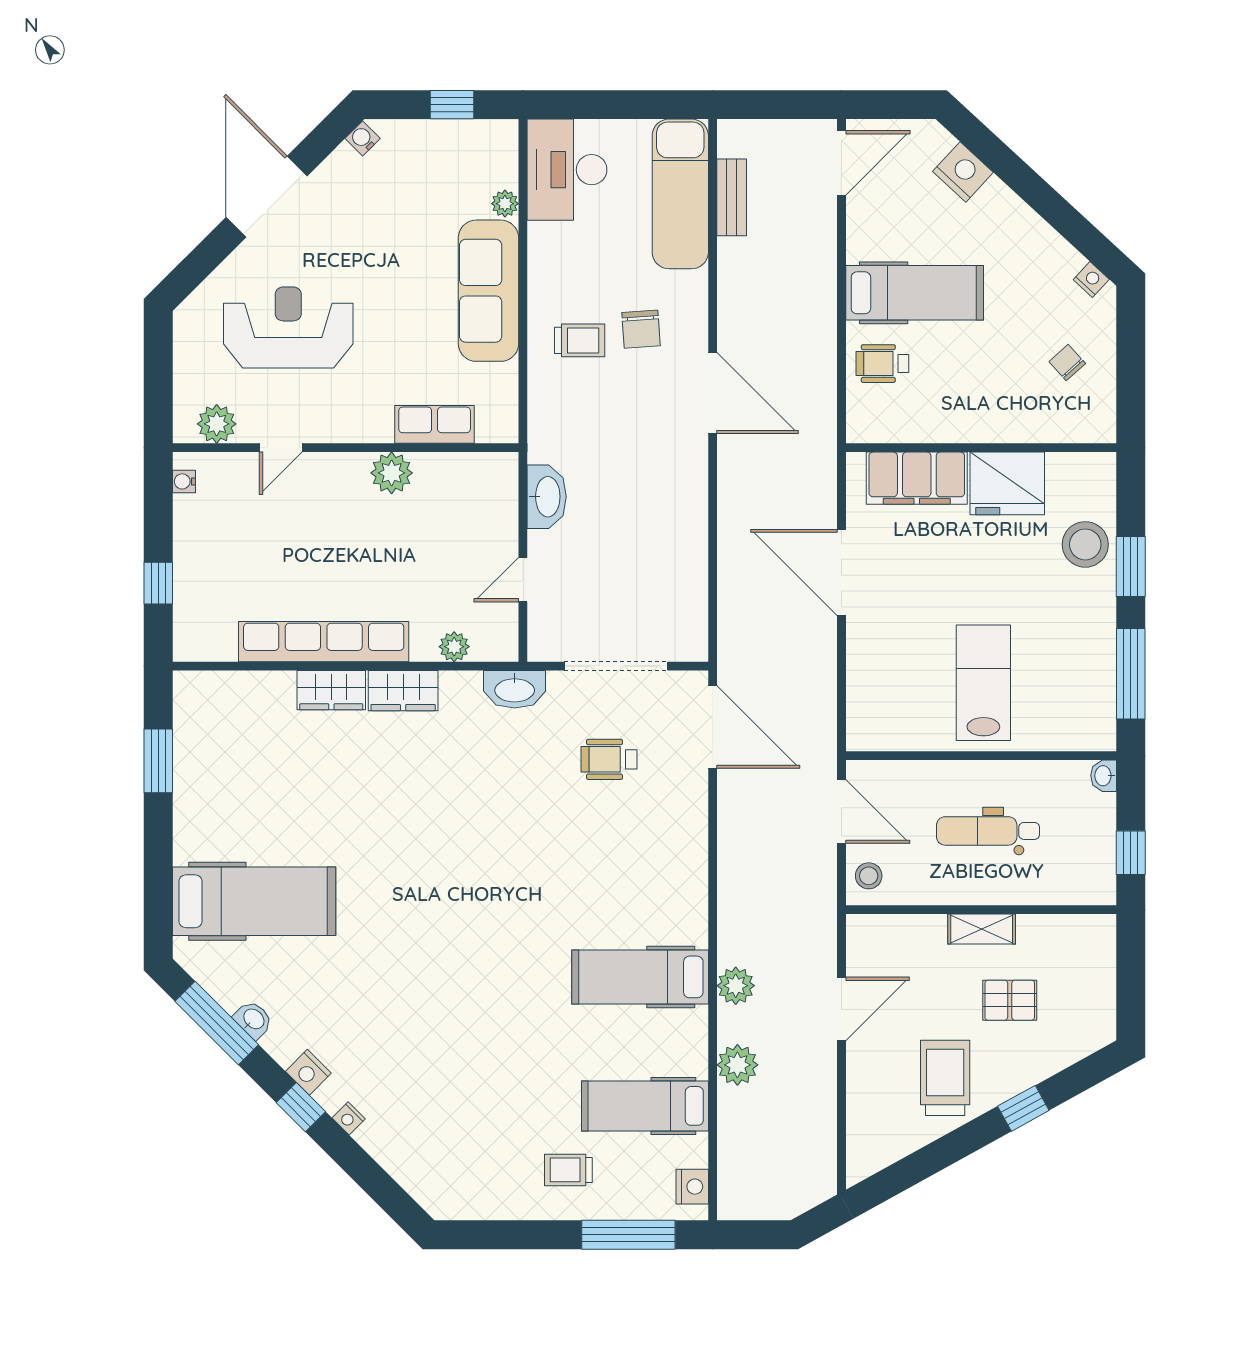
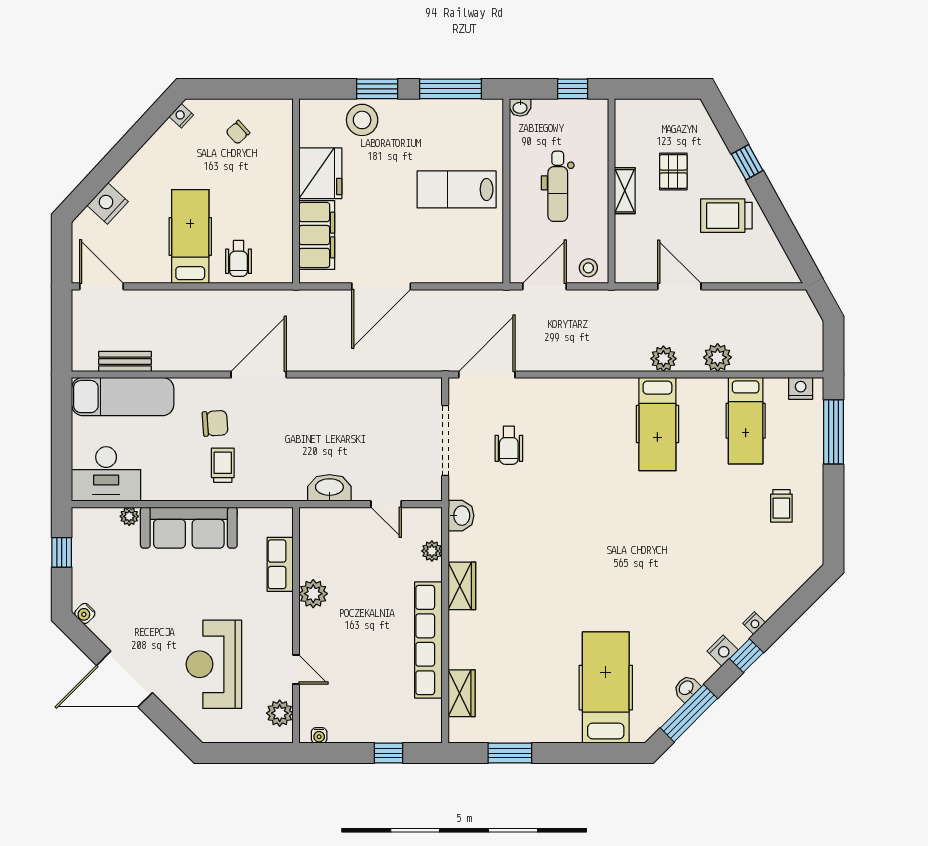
washbasin: (515, 689) -> (461, 516), width x0.72
wardrobe: (331, 690) -> (462, 693), moved
trolley: (568, 1170) -> (781, 506), moved

